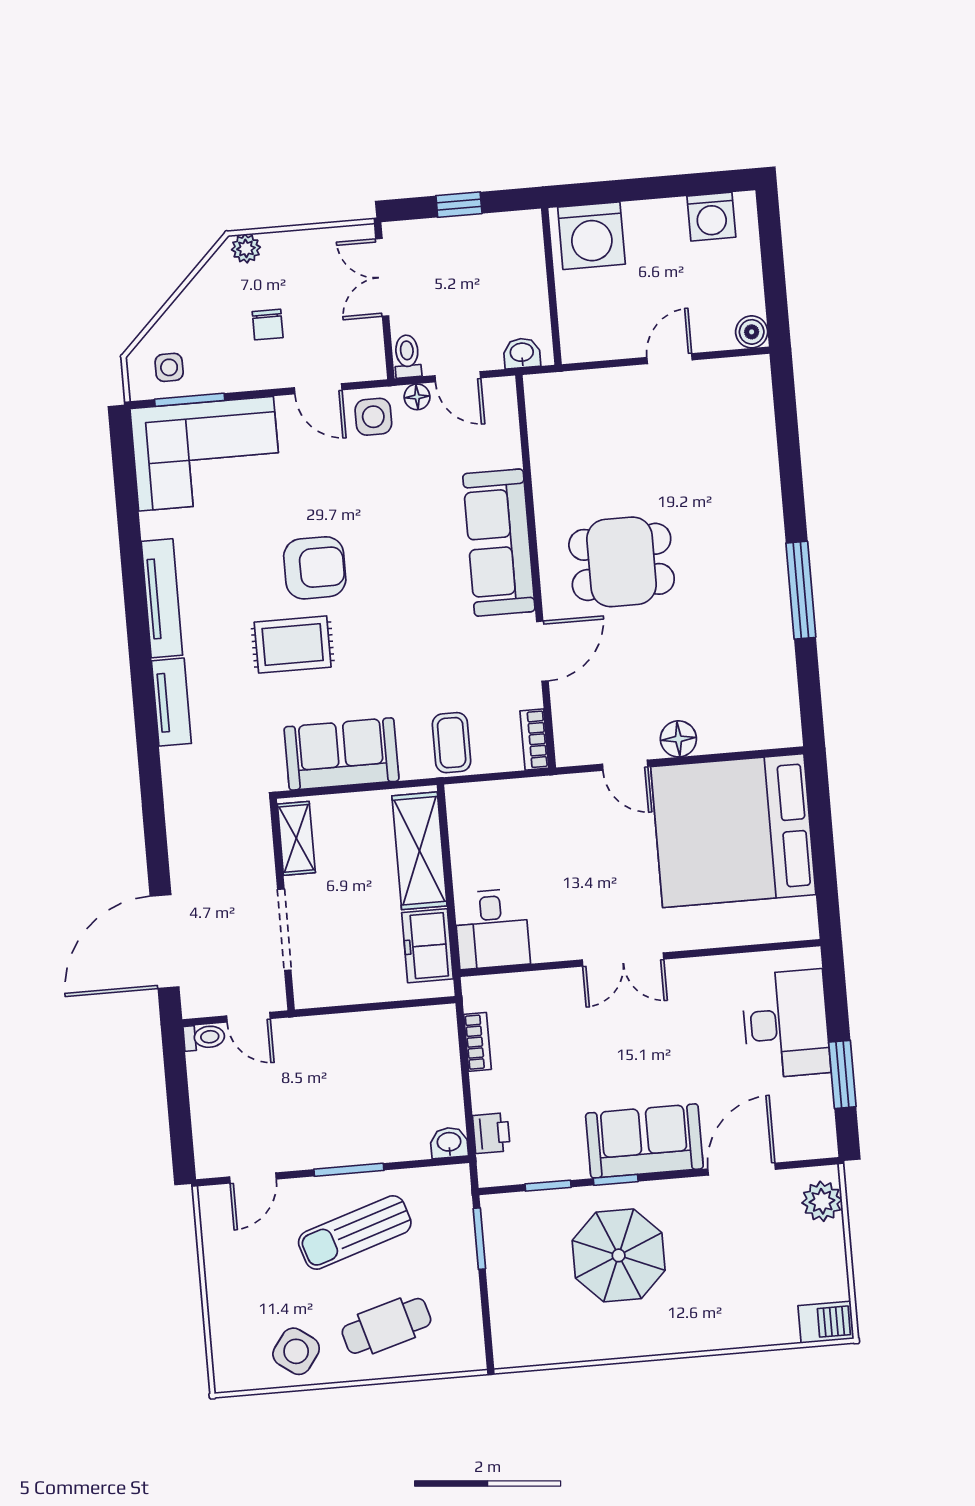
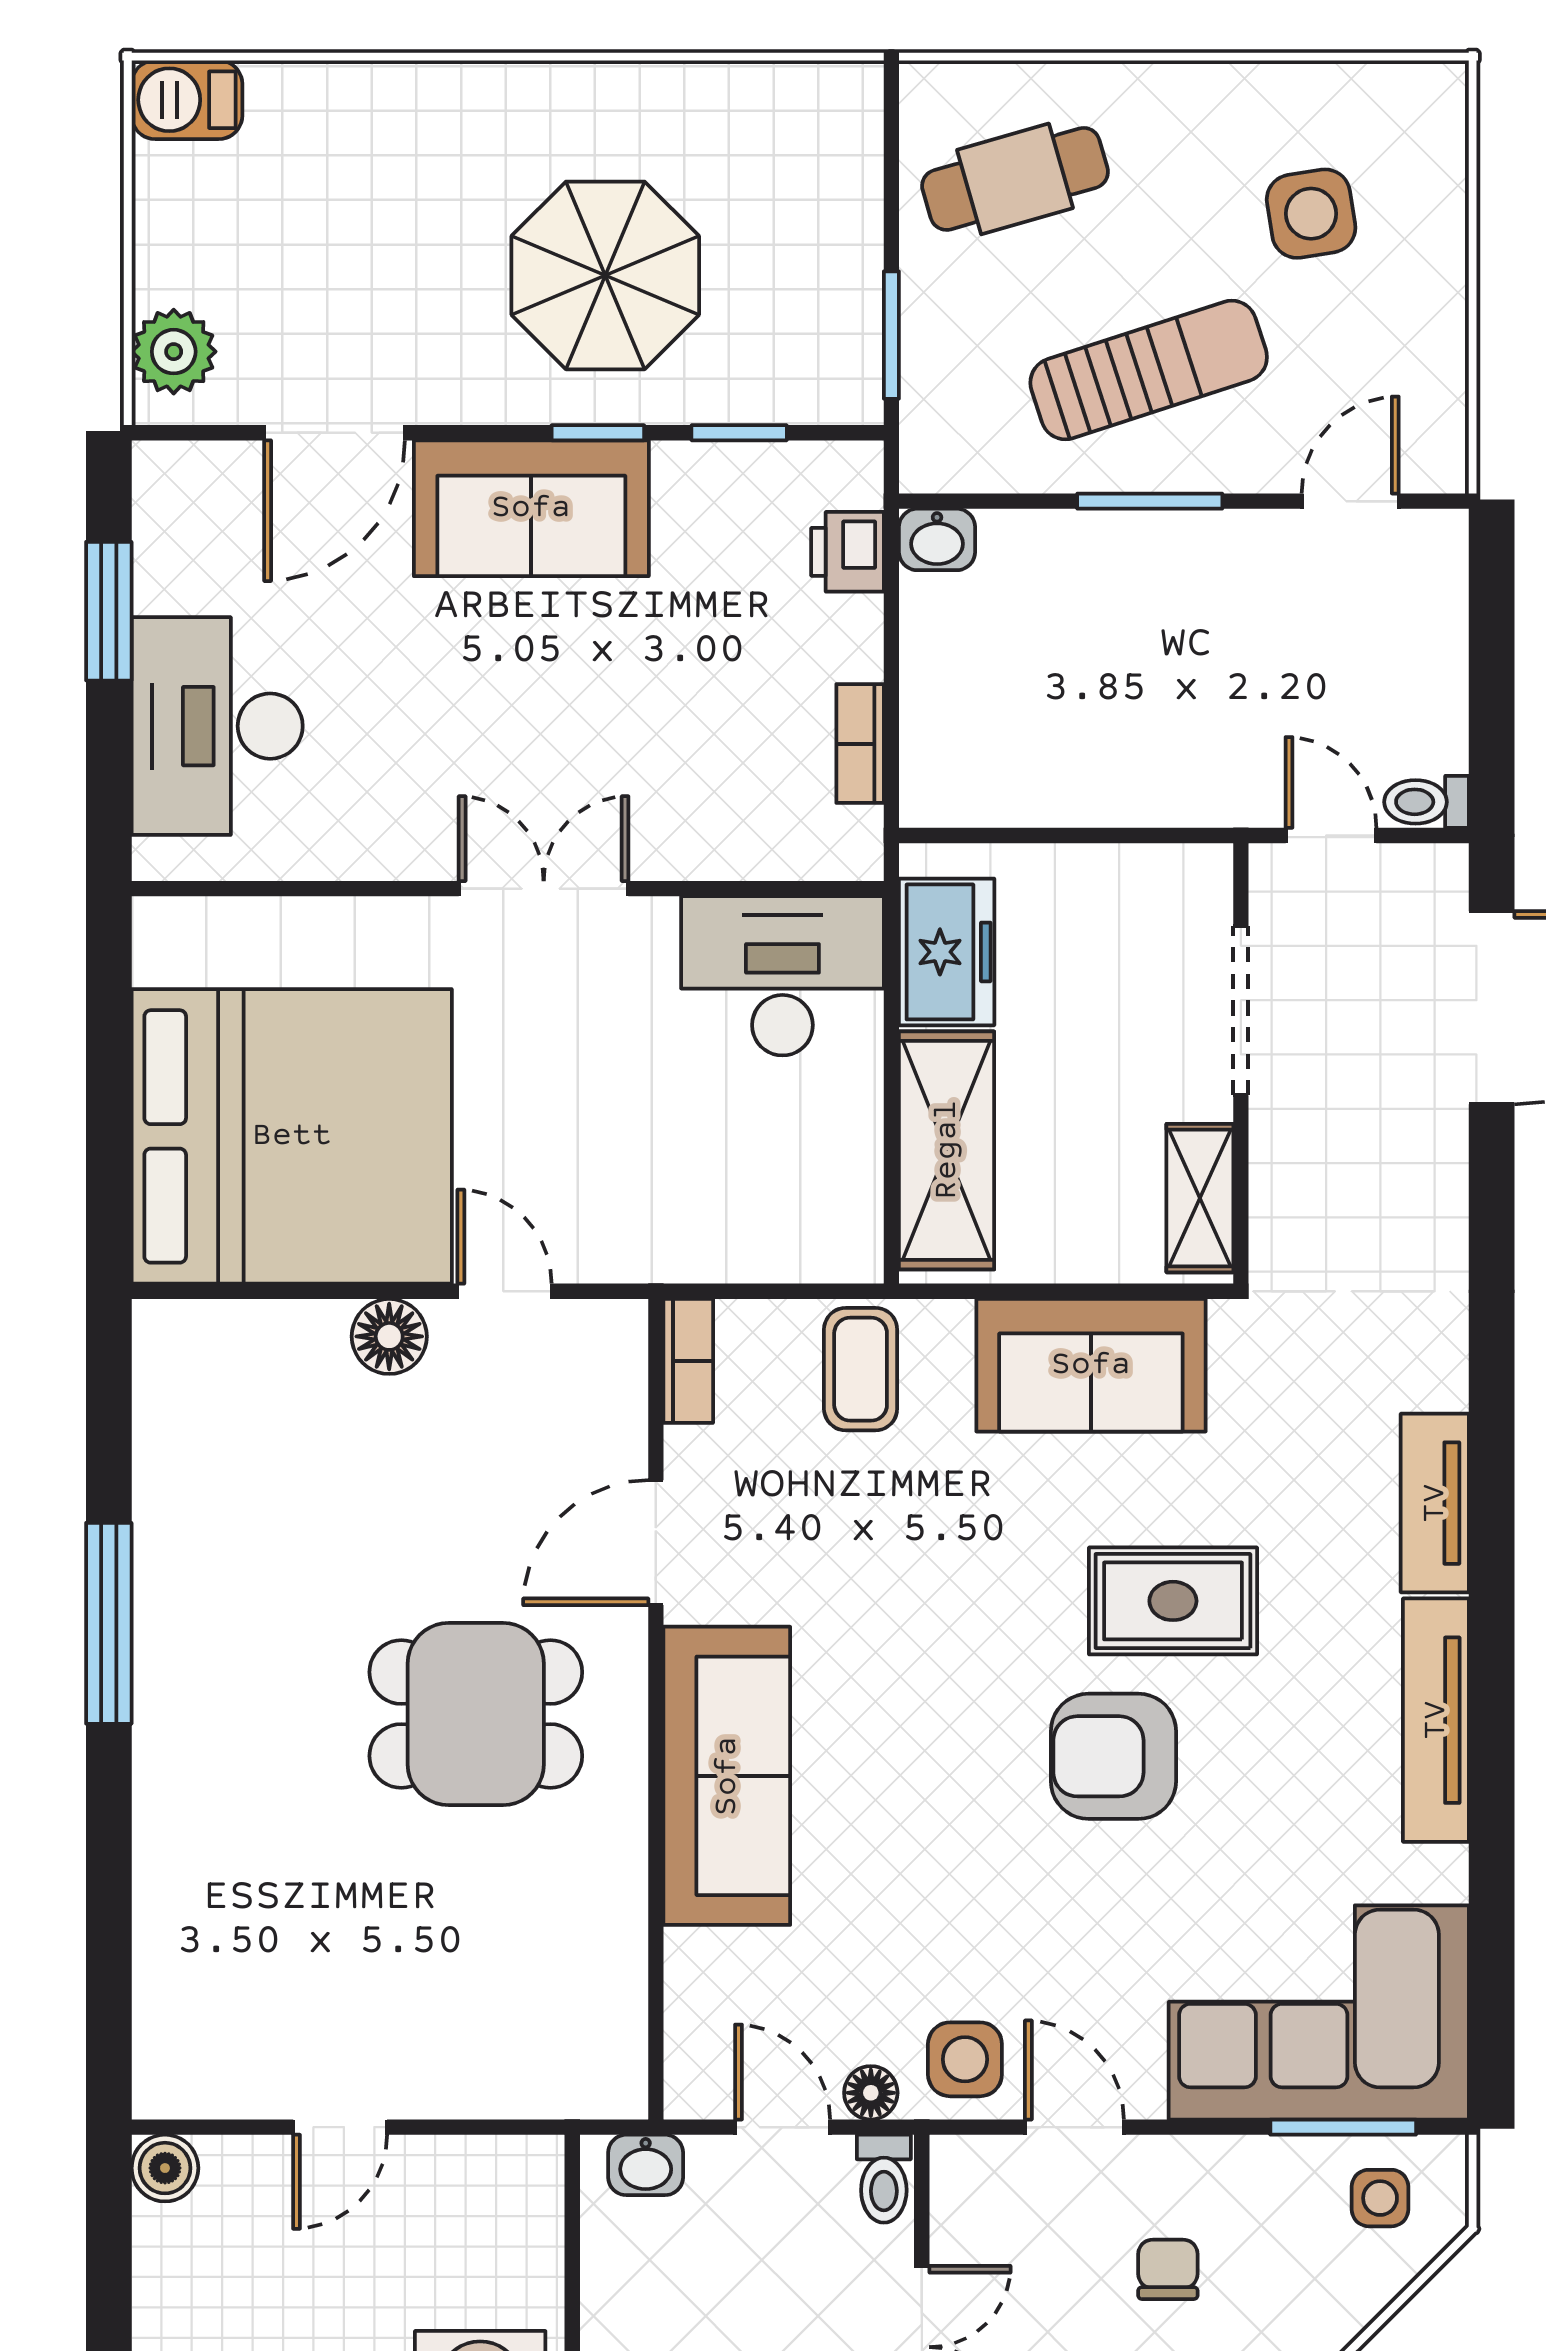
desk: (492, 929) -> (782, 976), width x1.37
cafe table: (386, 1326) -> (1015, 179), moved
side table: (296, 1351) -> (1311, 214), moved, turned 45

